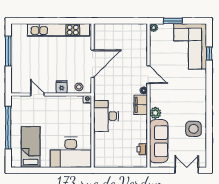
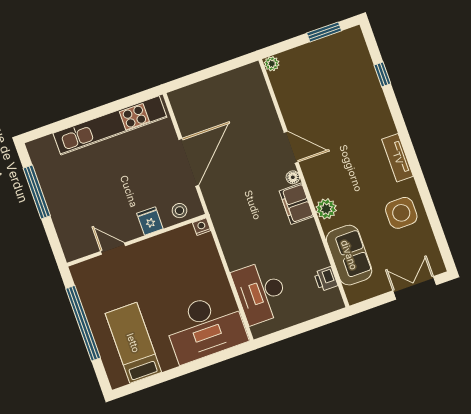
window: (173, 21) -> (324, 32), moved
corner sofa: (190, 46) -> (346, 74), removed
tv unit: (202, 100) -> (398, 158), added
desk: (106, 116) -> (261, 292), moved
sofa: (159, 141) -> (349, 255), width x0.73

